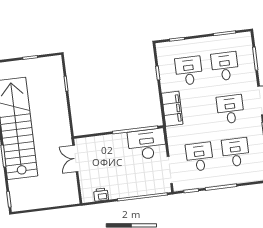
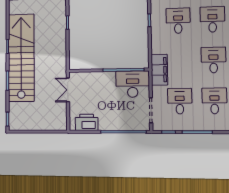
filing cabinet: (172, 109) -> (159, 70), moved
printer: (101, 195) -> (87, 122), width x1.87, depth x1.48

